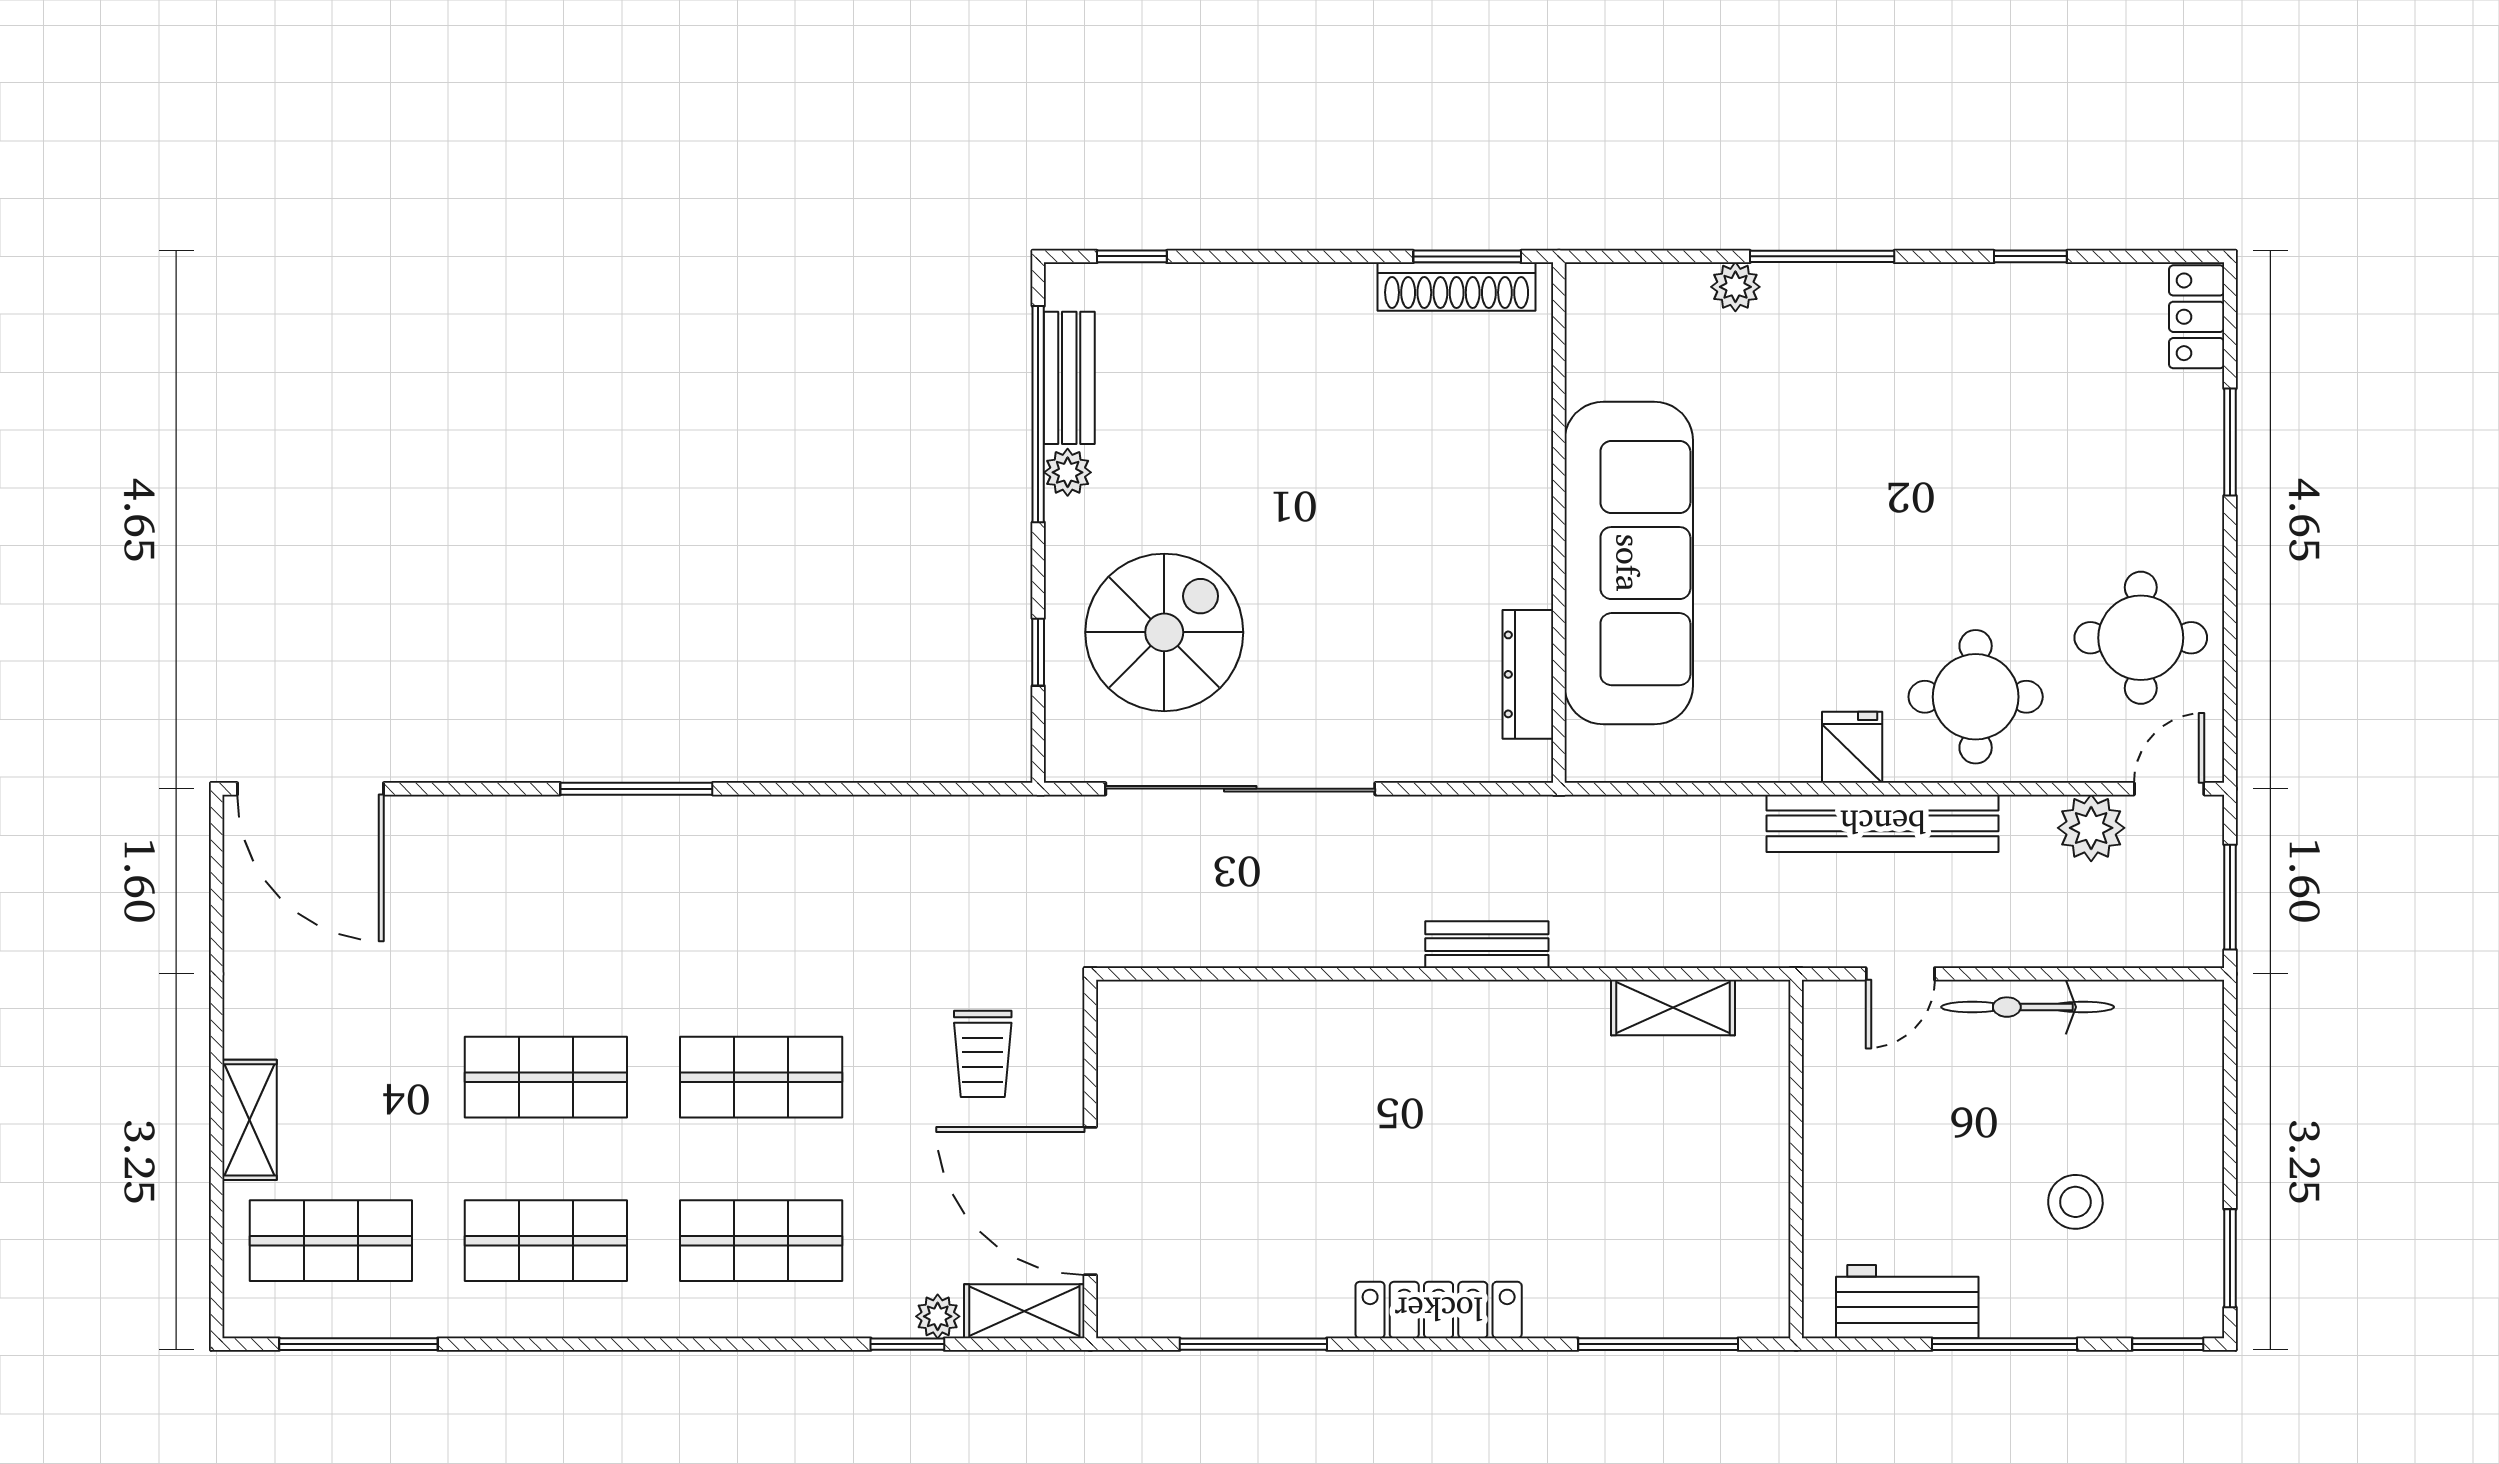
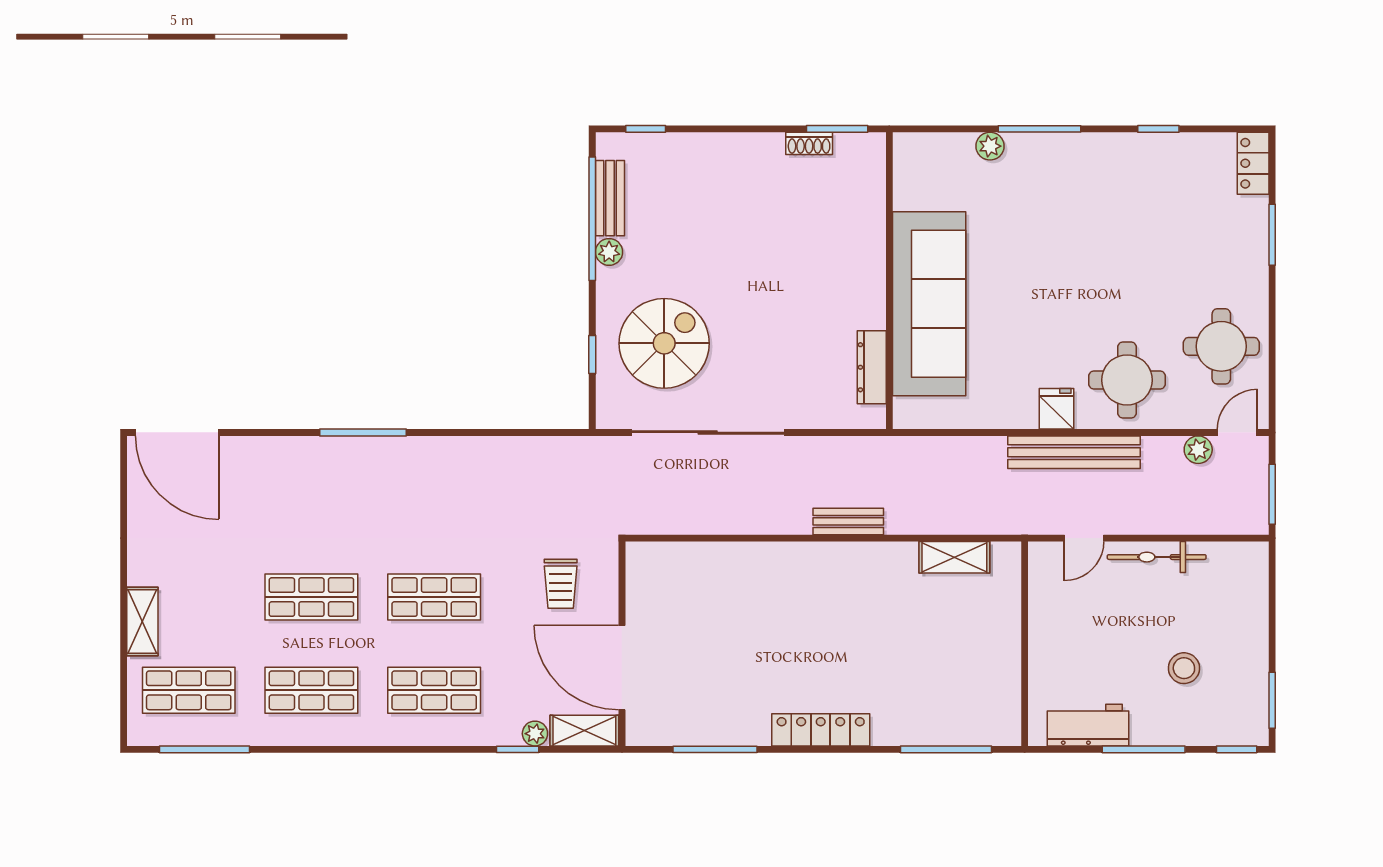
shoe rack: (1457, 287) -> (809, 143), width x0.51, depth x0.81
plant: (2091, 828) -> (1198, 450), width x0.73, depth x0.73

